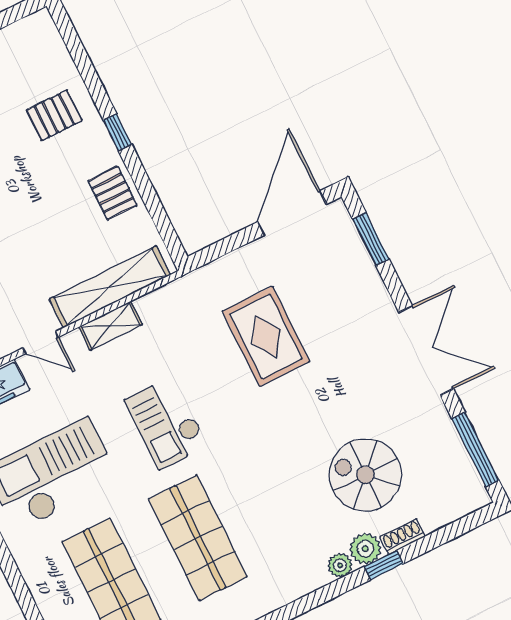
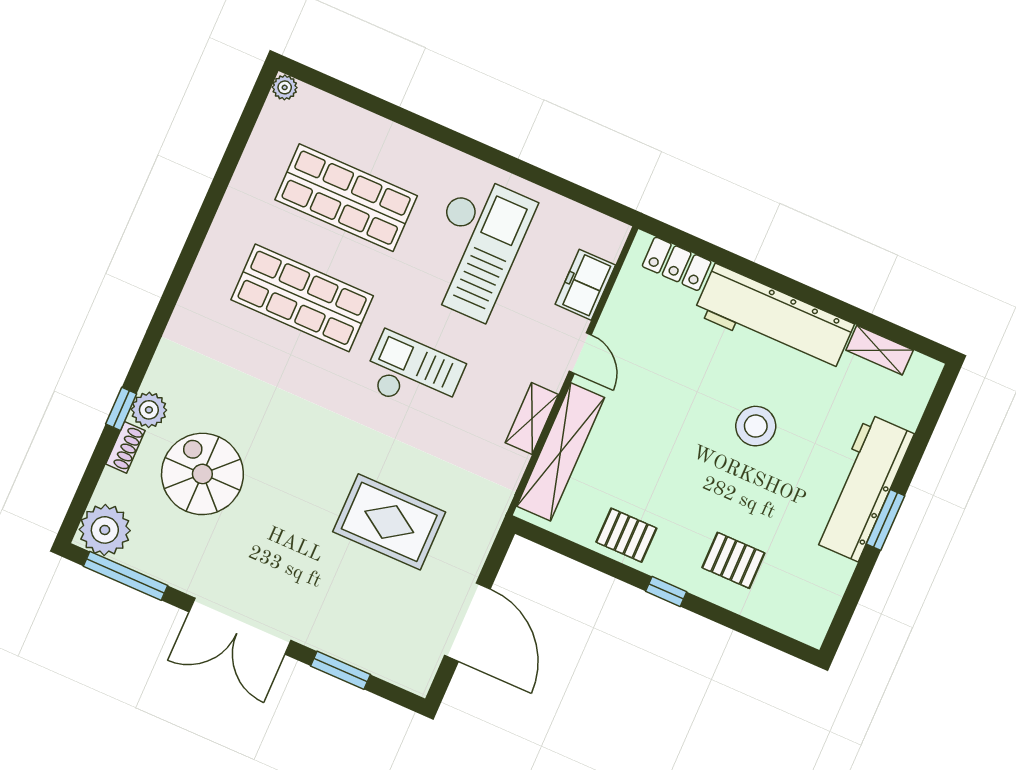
pallet: (54, 115) -> (733, 560), turned 90
door: (292, 213) -> (467, 622), moved
window: (371, 239) -> (340, 670), moved
door: (41, 343) -> (580, 353), swing flipped
spiral stairs: (365, 475) -> (202, 474), turned -90
plant: (340, 565) -> (105, 530), moved, width x1.87, depth x1.87

